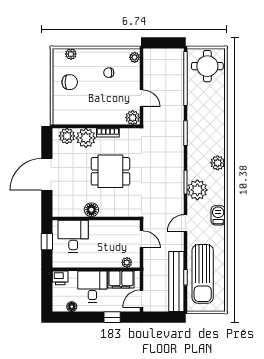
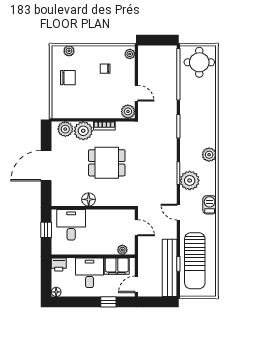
door: (185, 223) -> (178, 212), hinge flipped
floor lamp: (72, 307) -> (56, 292), moved

